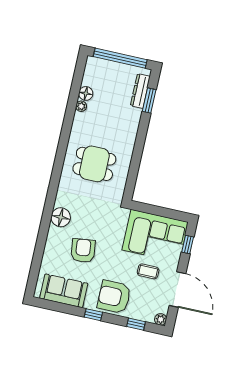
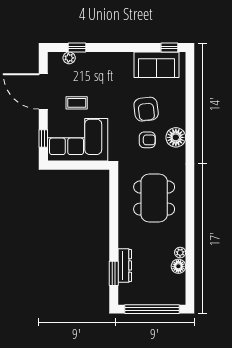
dresser: (140, 91) -> (125, 265), moved
dining table: (94, 164) -> (154, 198), width x1.38
armchair: (114, 297) -> (147, 140), moved, width x0.53, depth x0.53
window: (93, 315) -> (169, 48), moved
plant: (161, 319) -> (69, 58), moved

